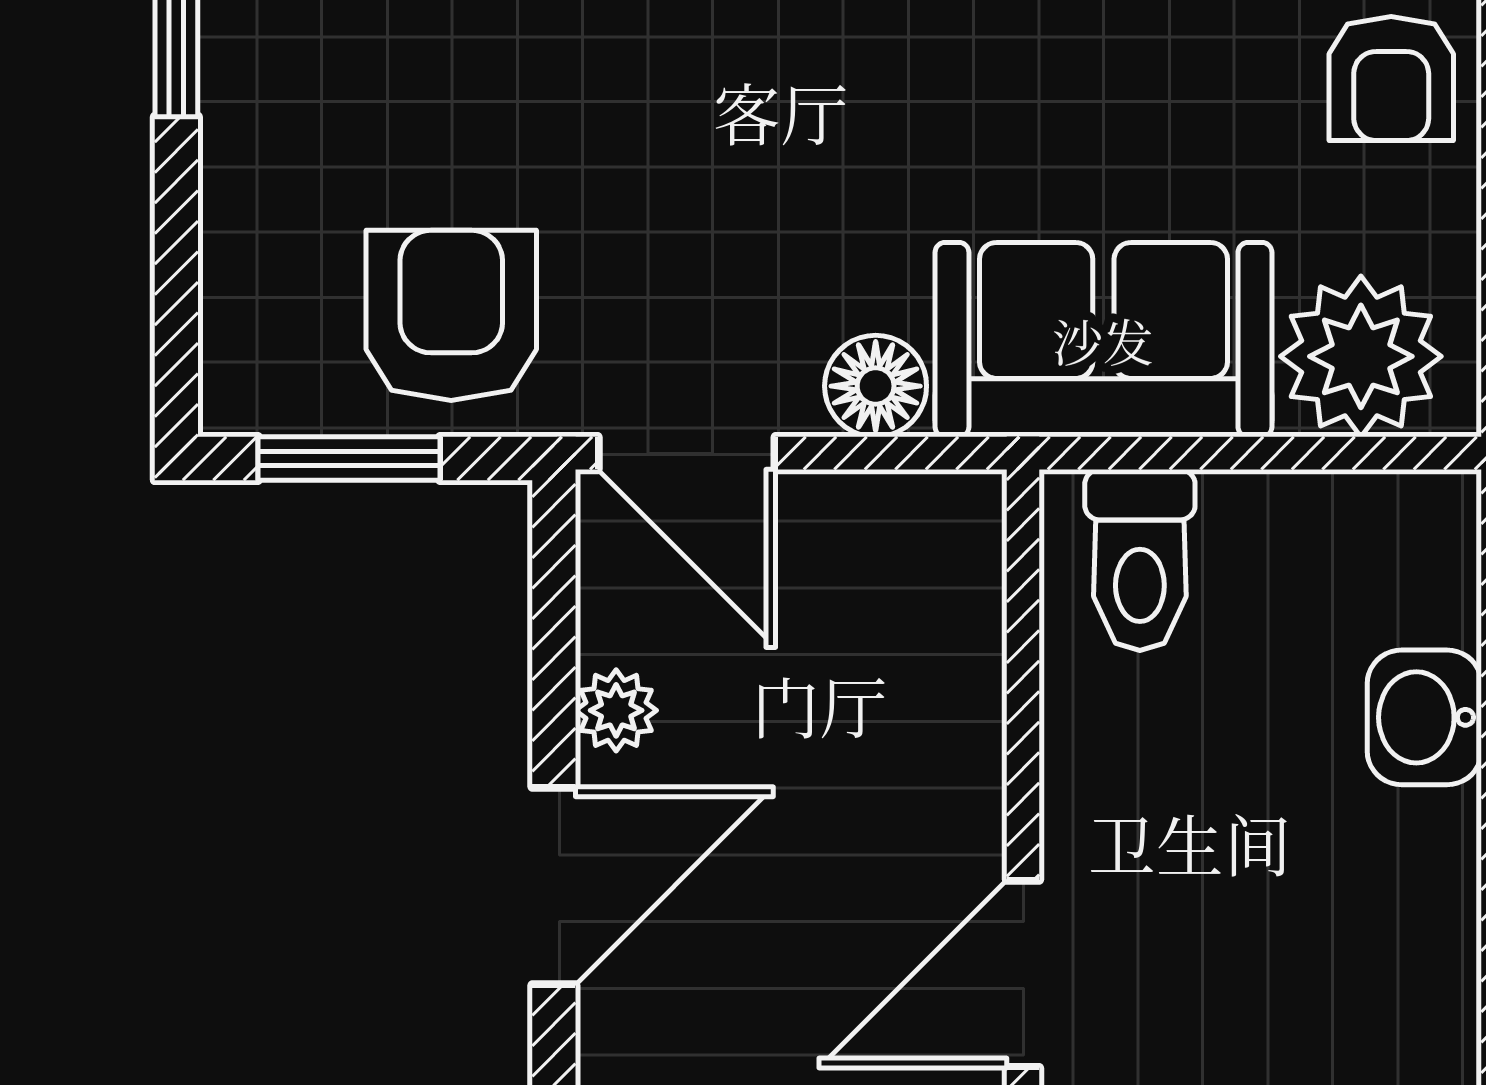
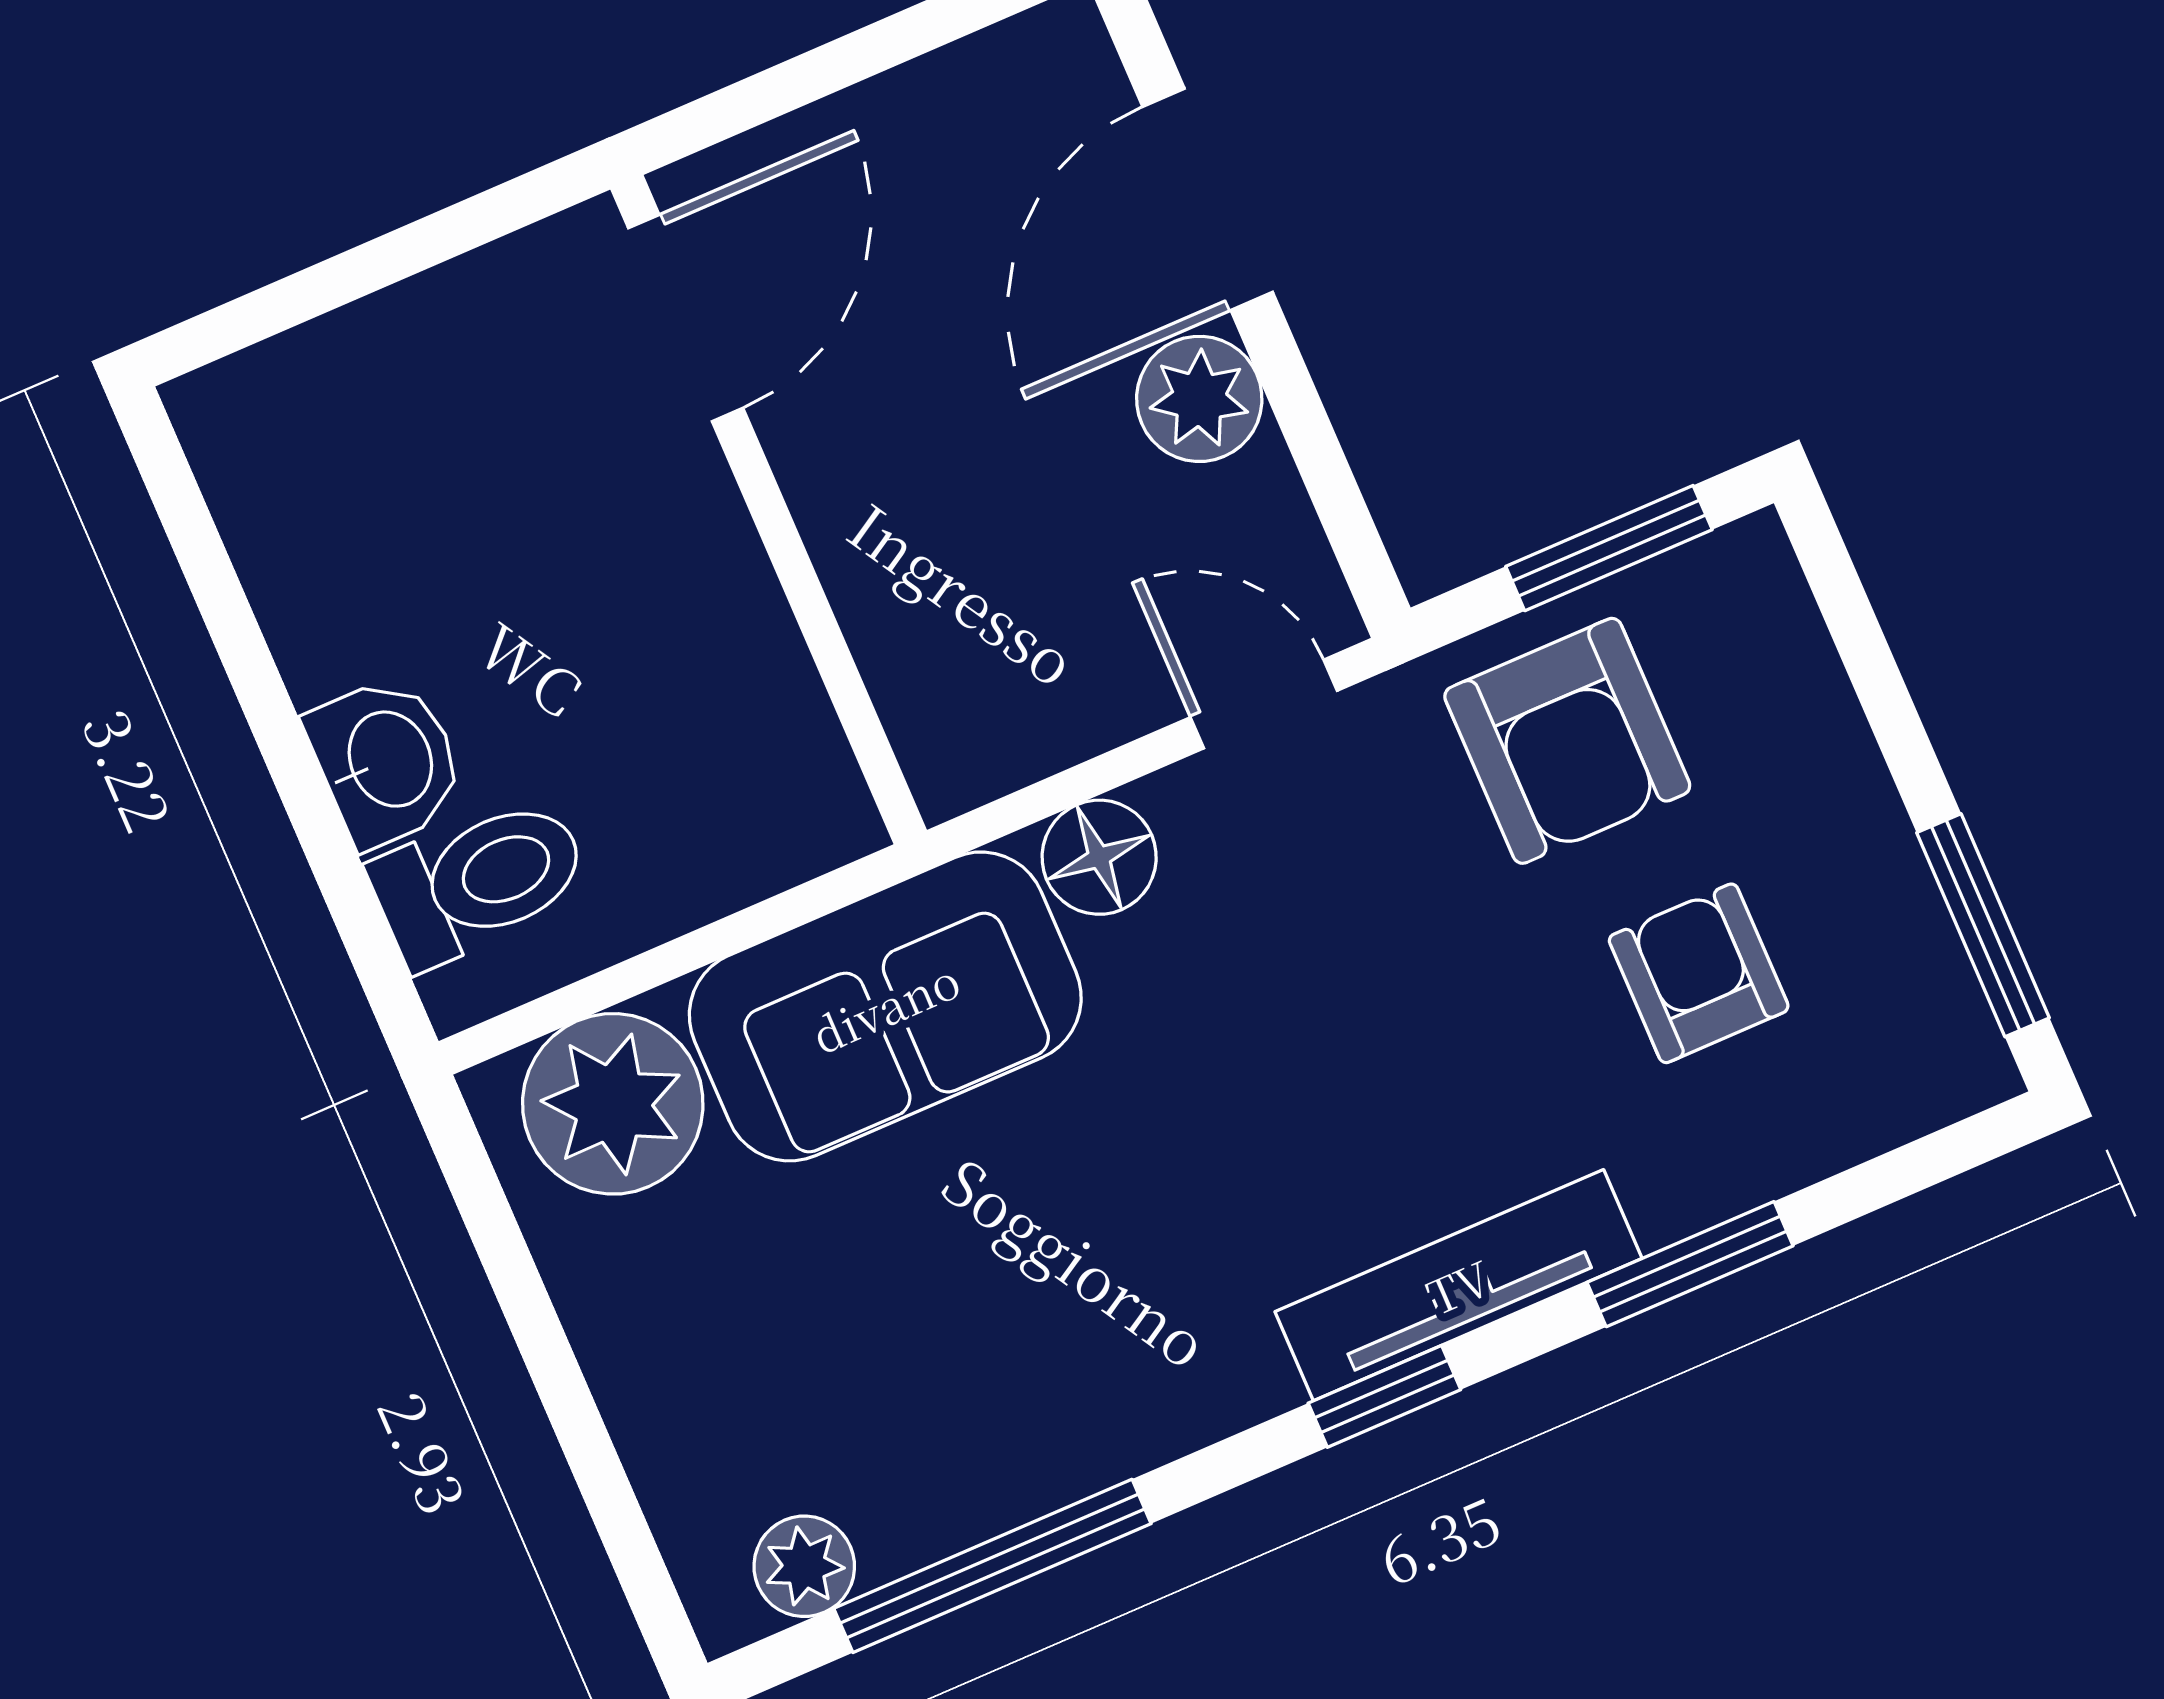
armchair: (1391, 79) -> (1699, 973), moved
door: (687, 453) -> (1264, 704), width x0.73
toilet: (1140, 560) -> (480, 881), moved, turned 90
plant: (616, 710) -> (1199, 399), width x1.38, depth x1.38

